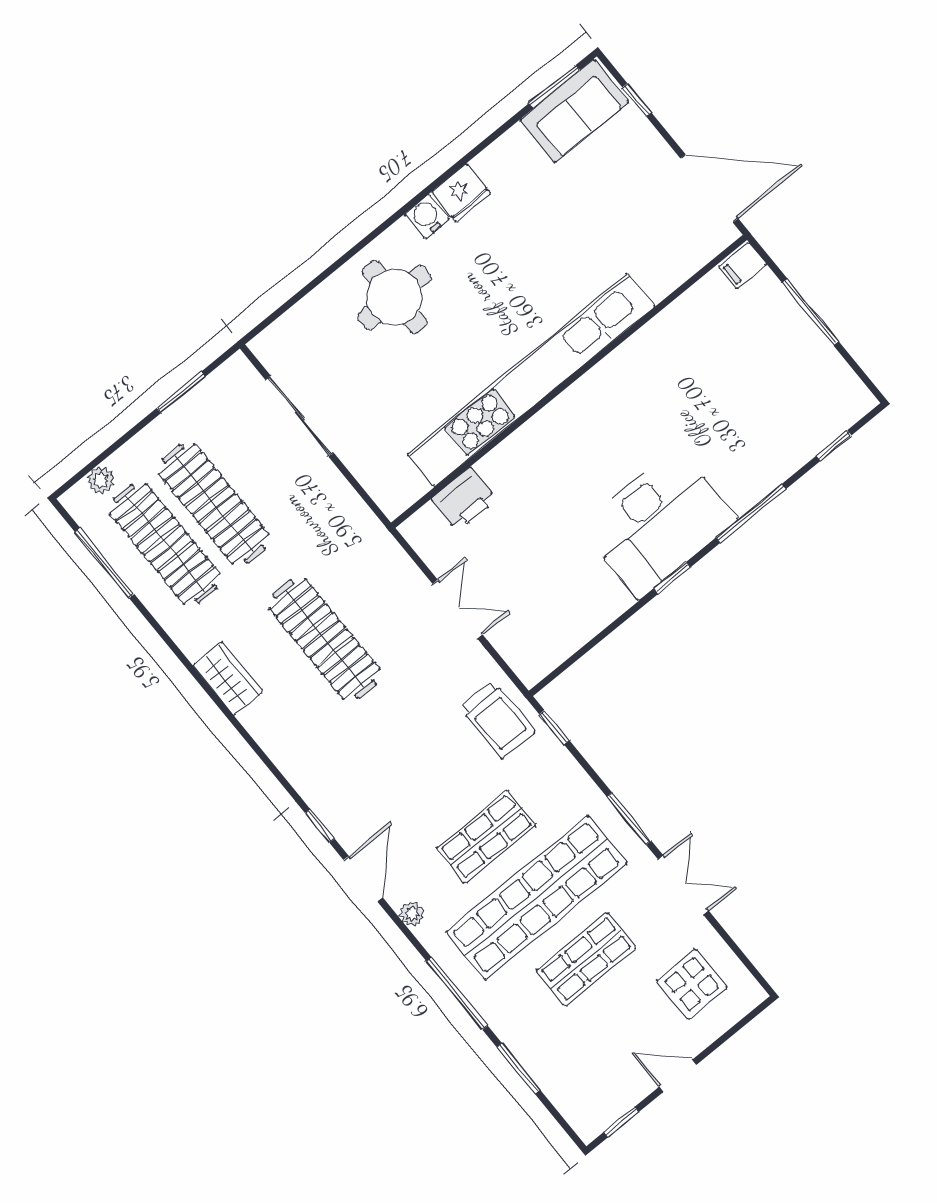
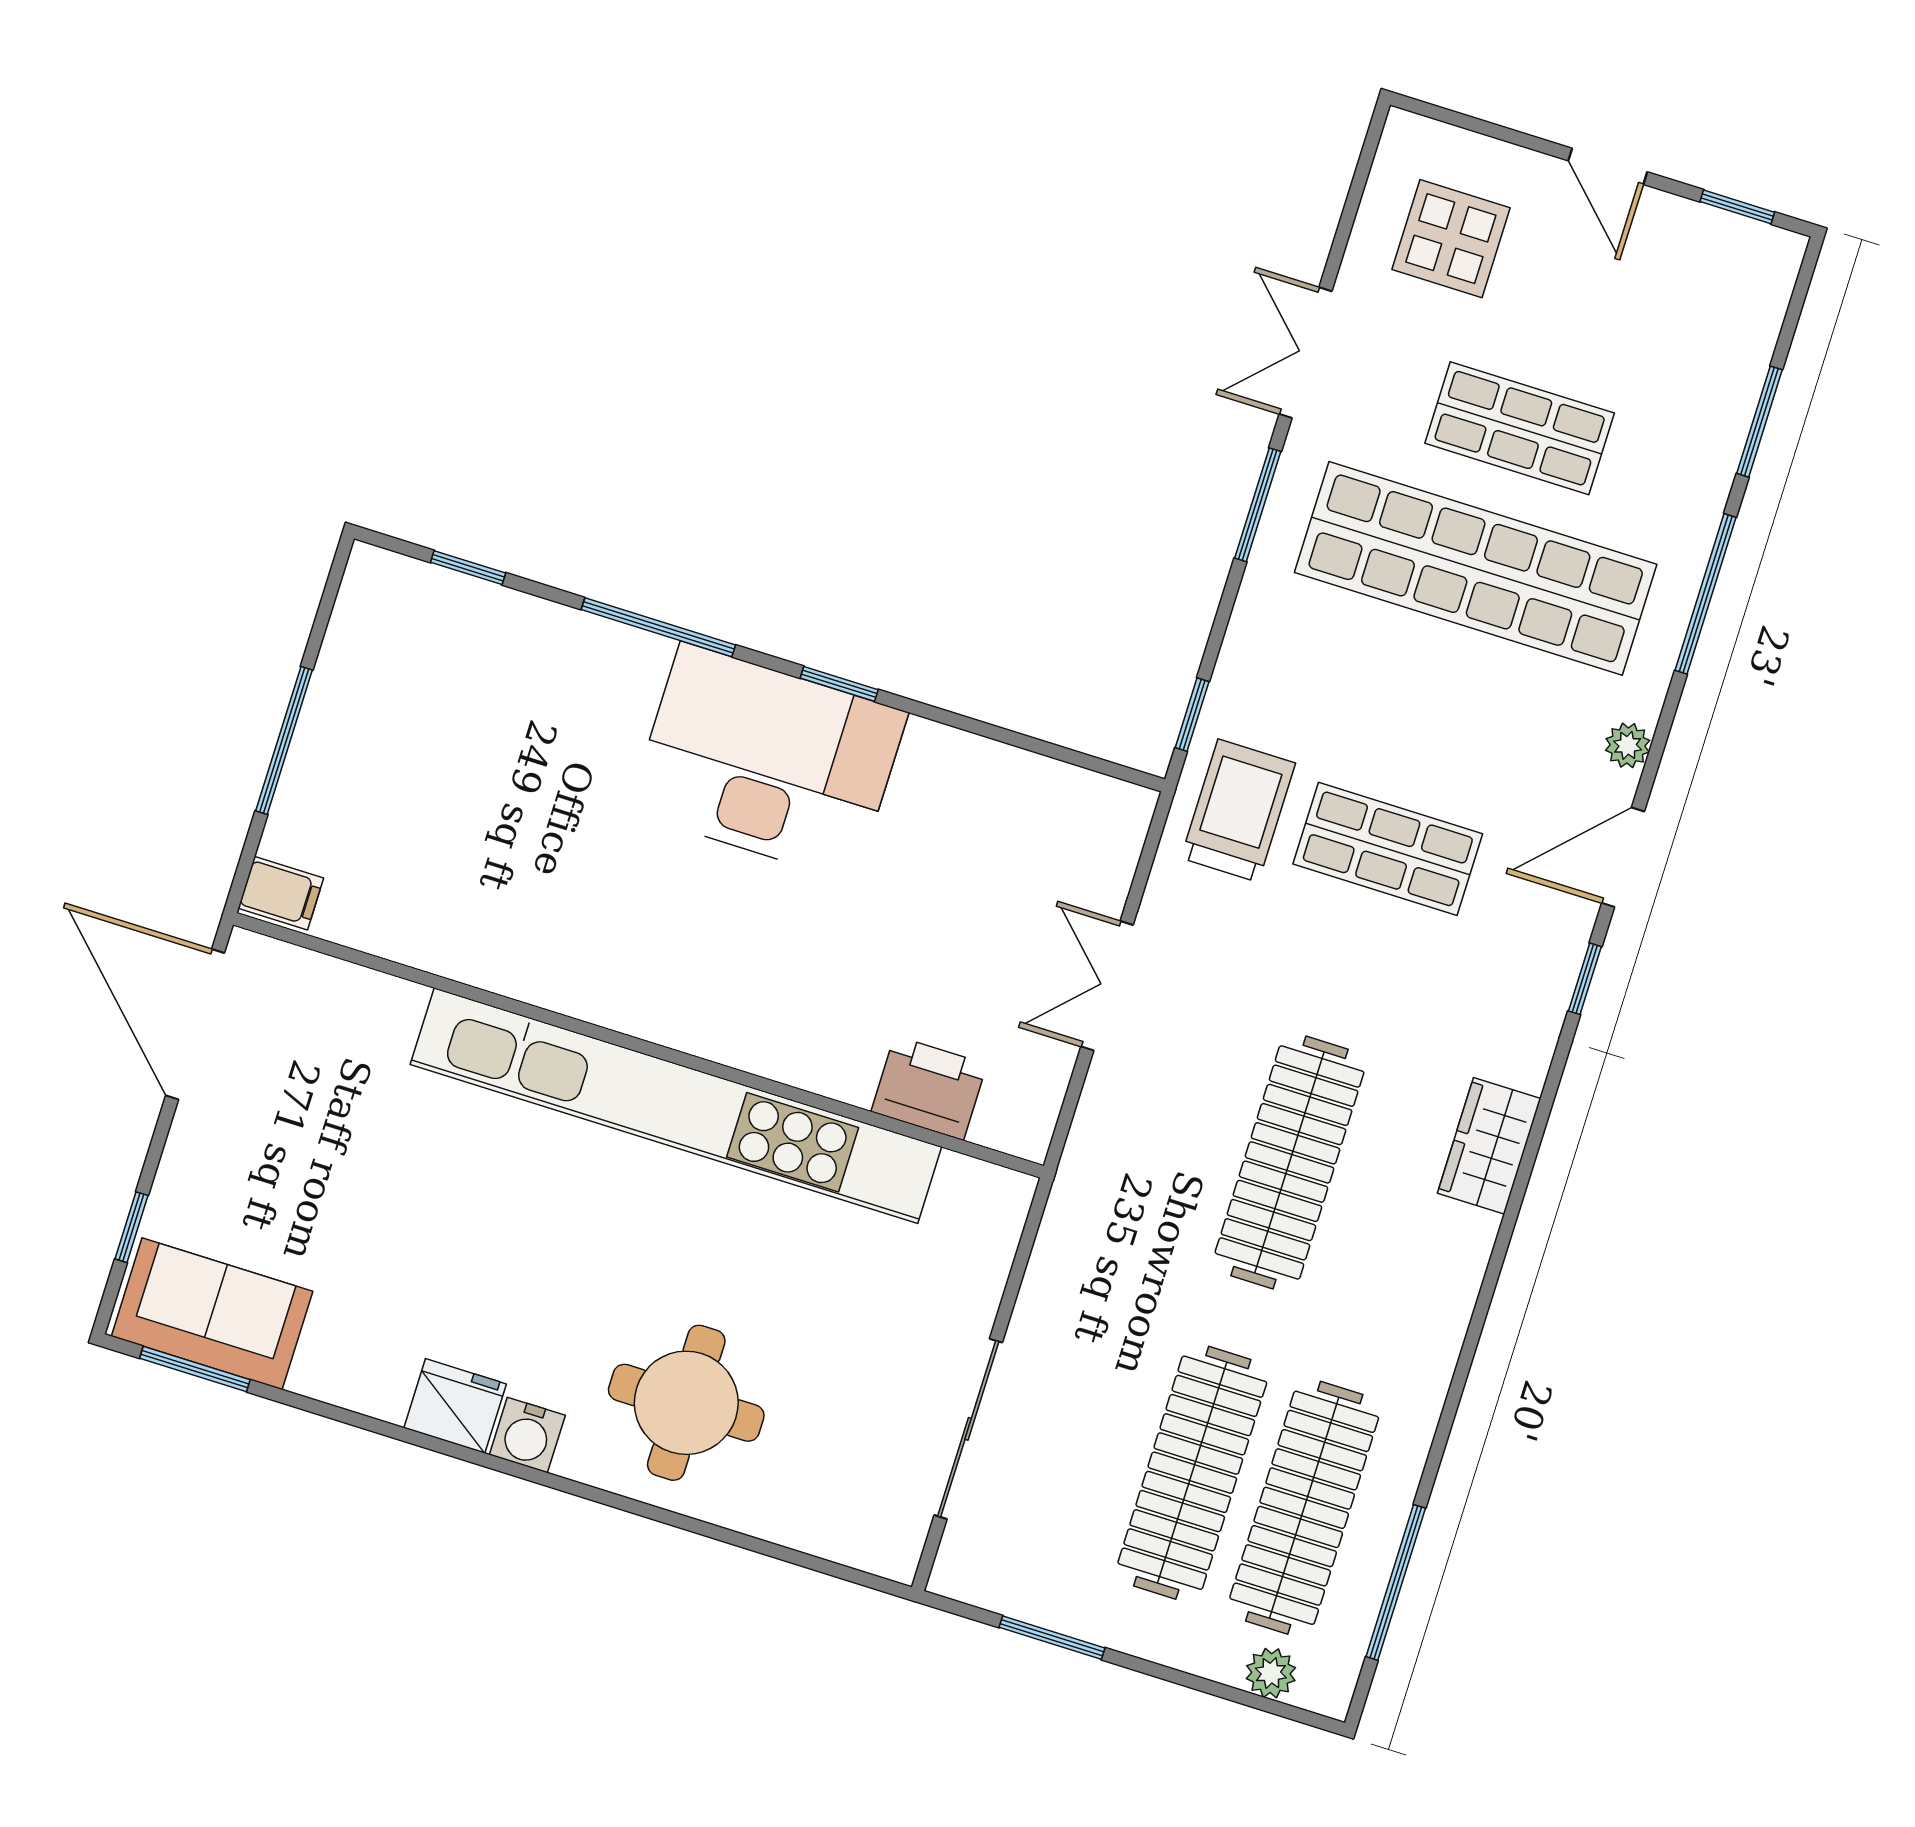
wardrobe: (228, 678) -> (1489, 1146), moved
shop shelf: (486, 837) -> (1388, 849), moved

